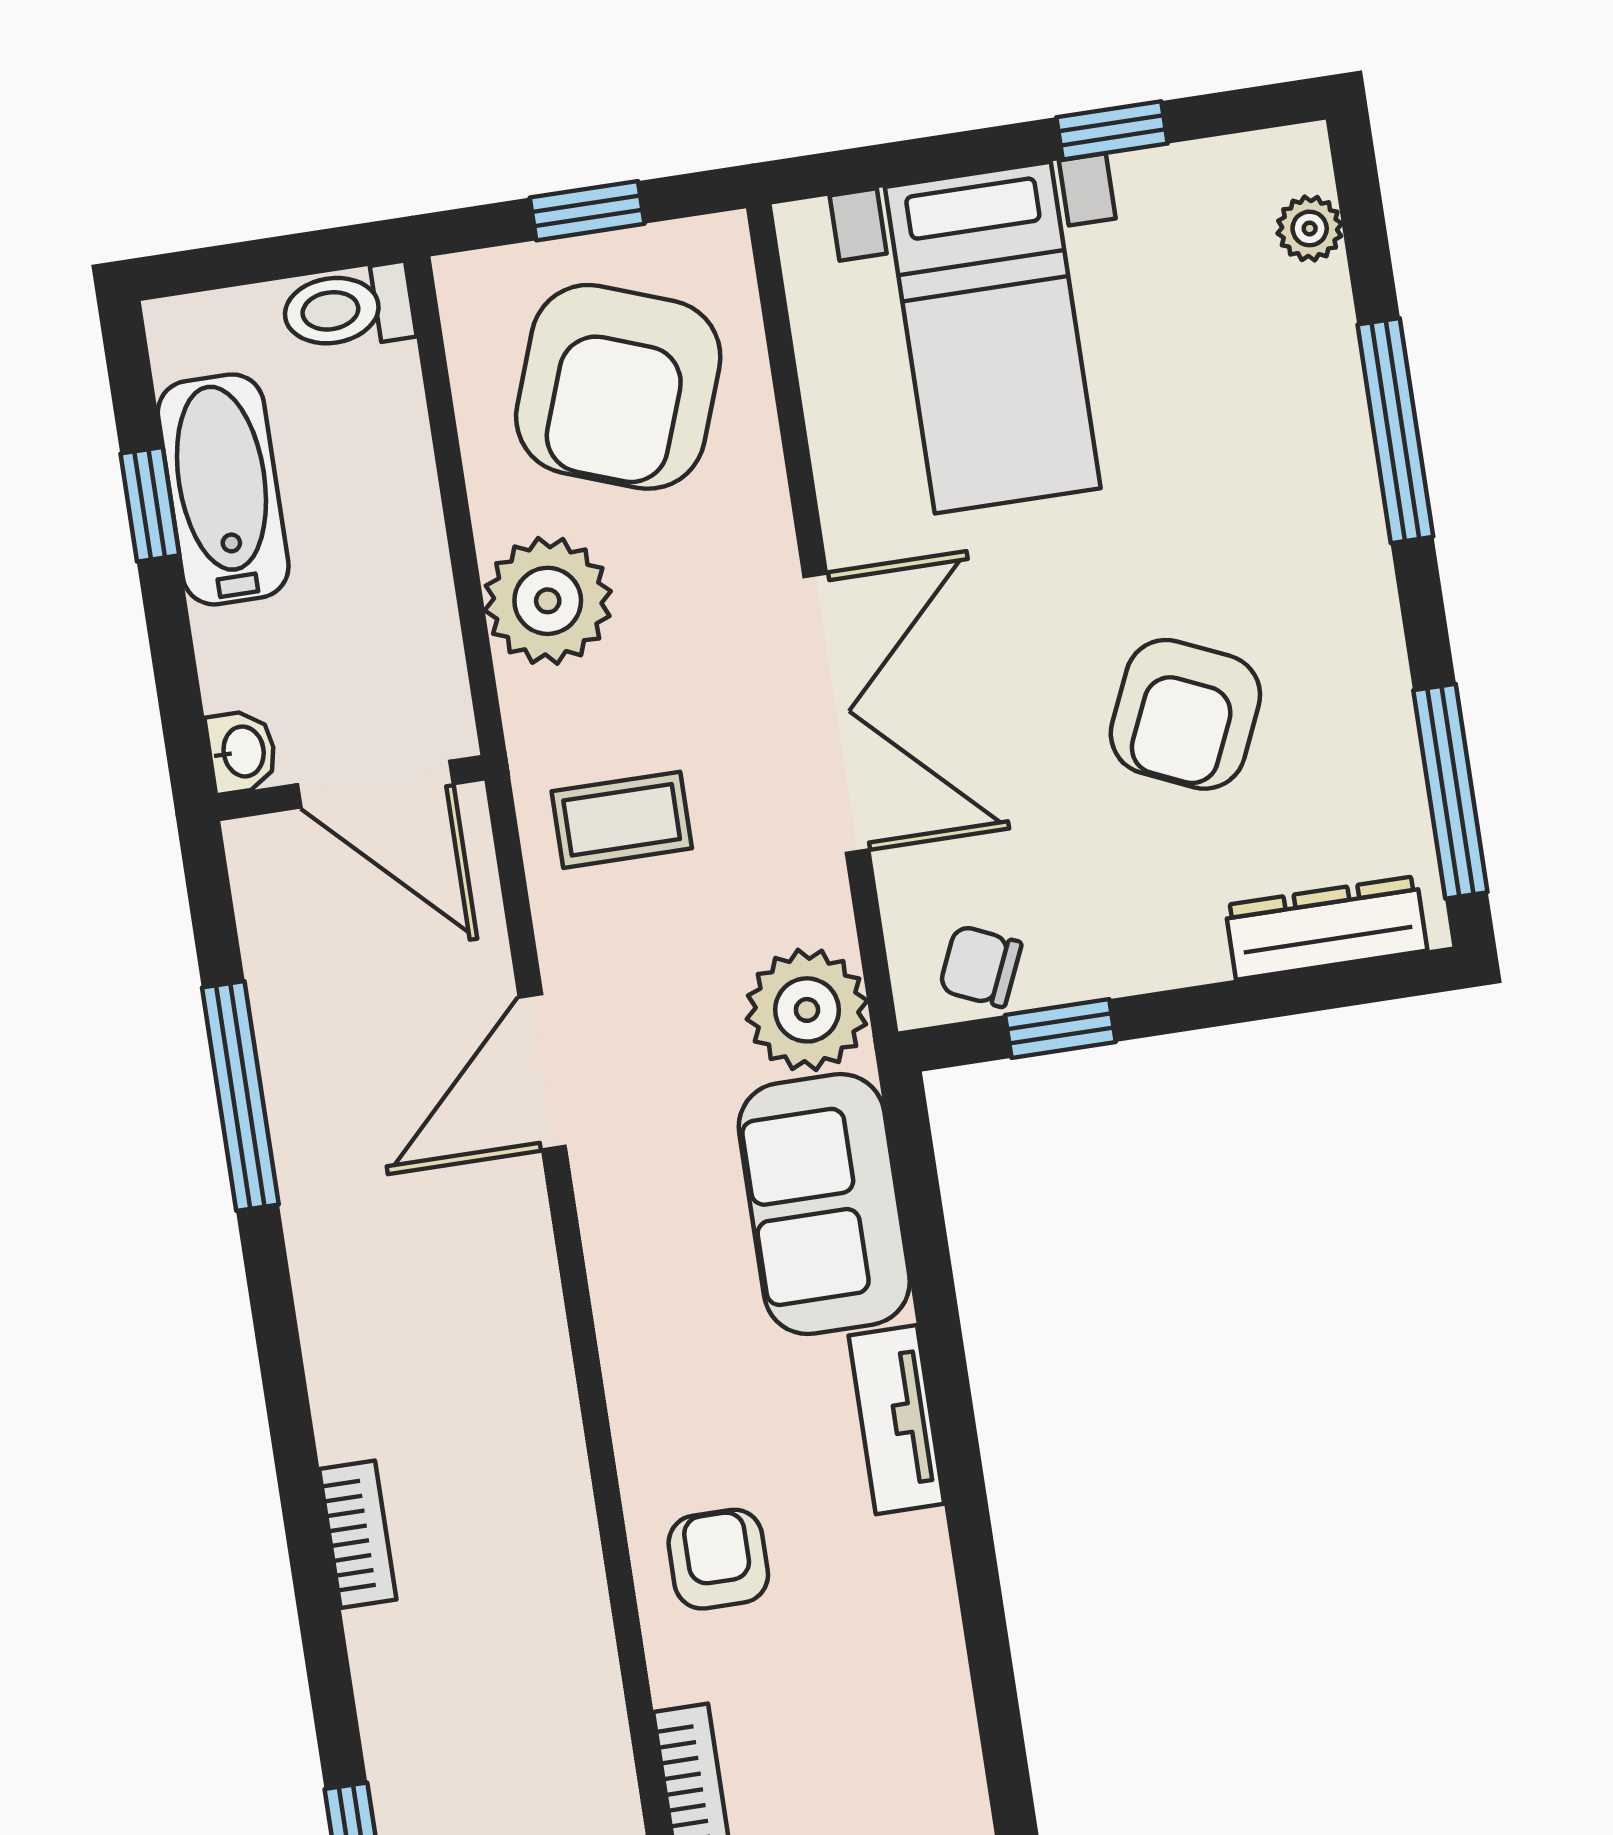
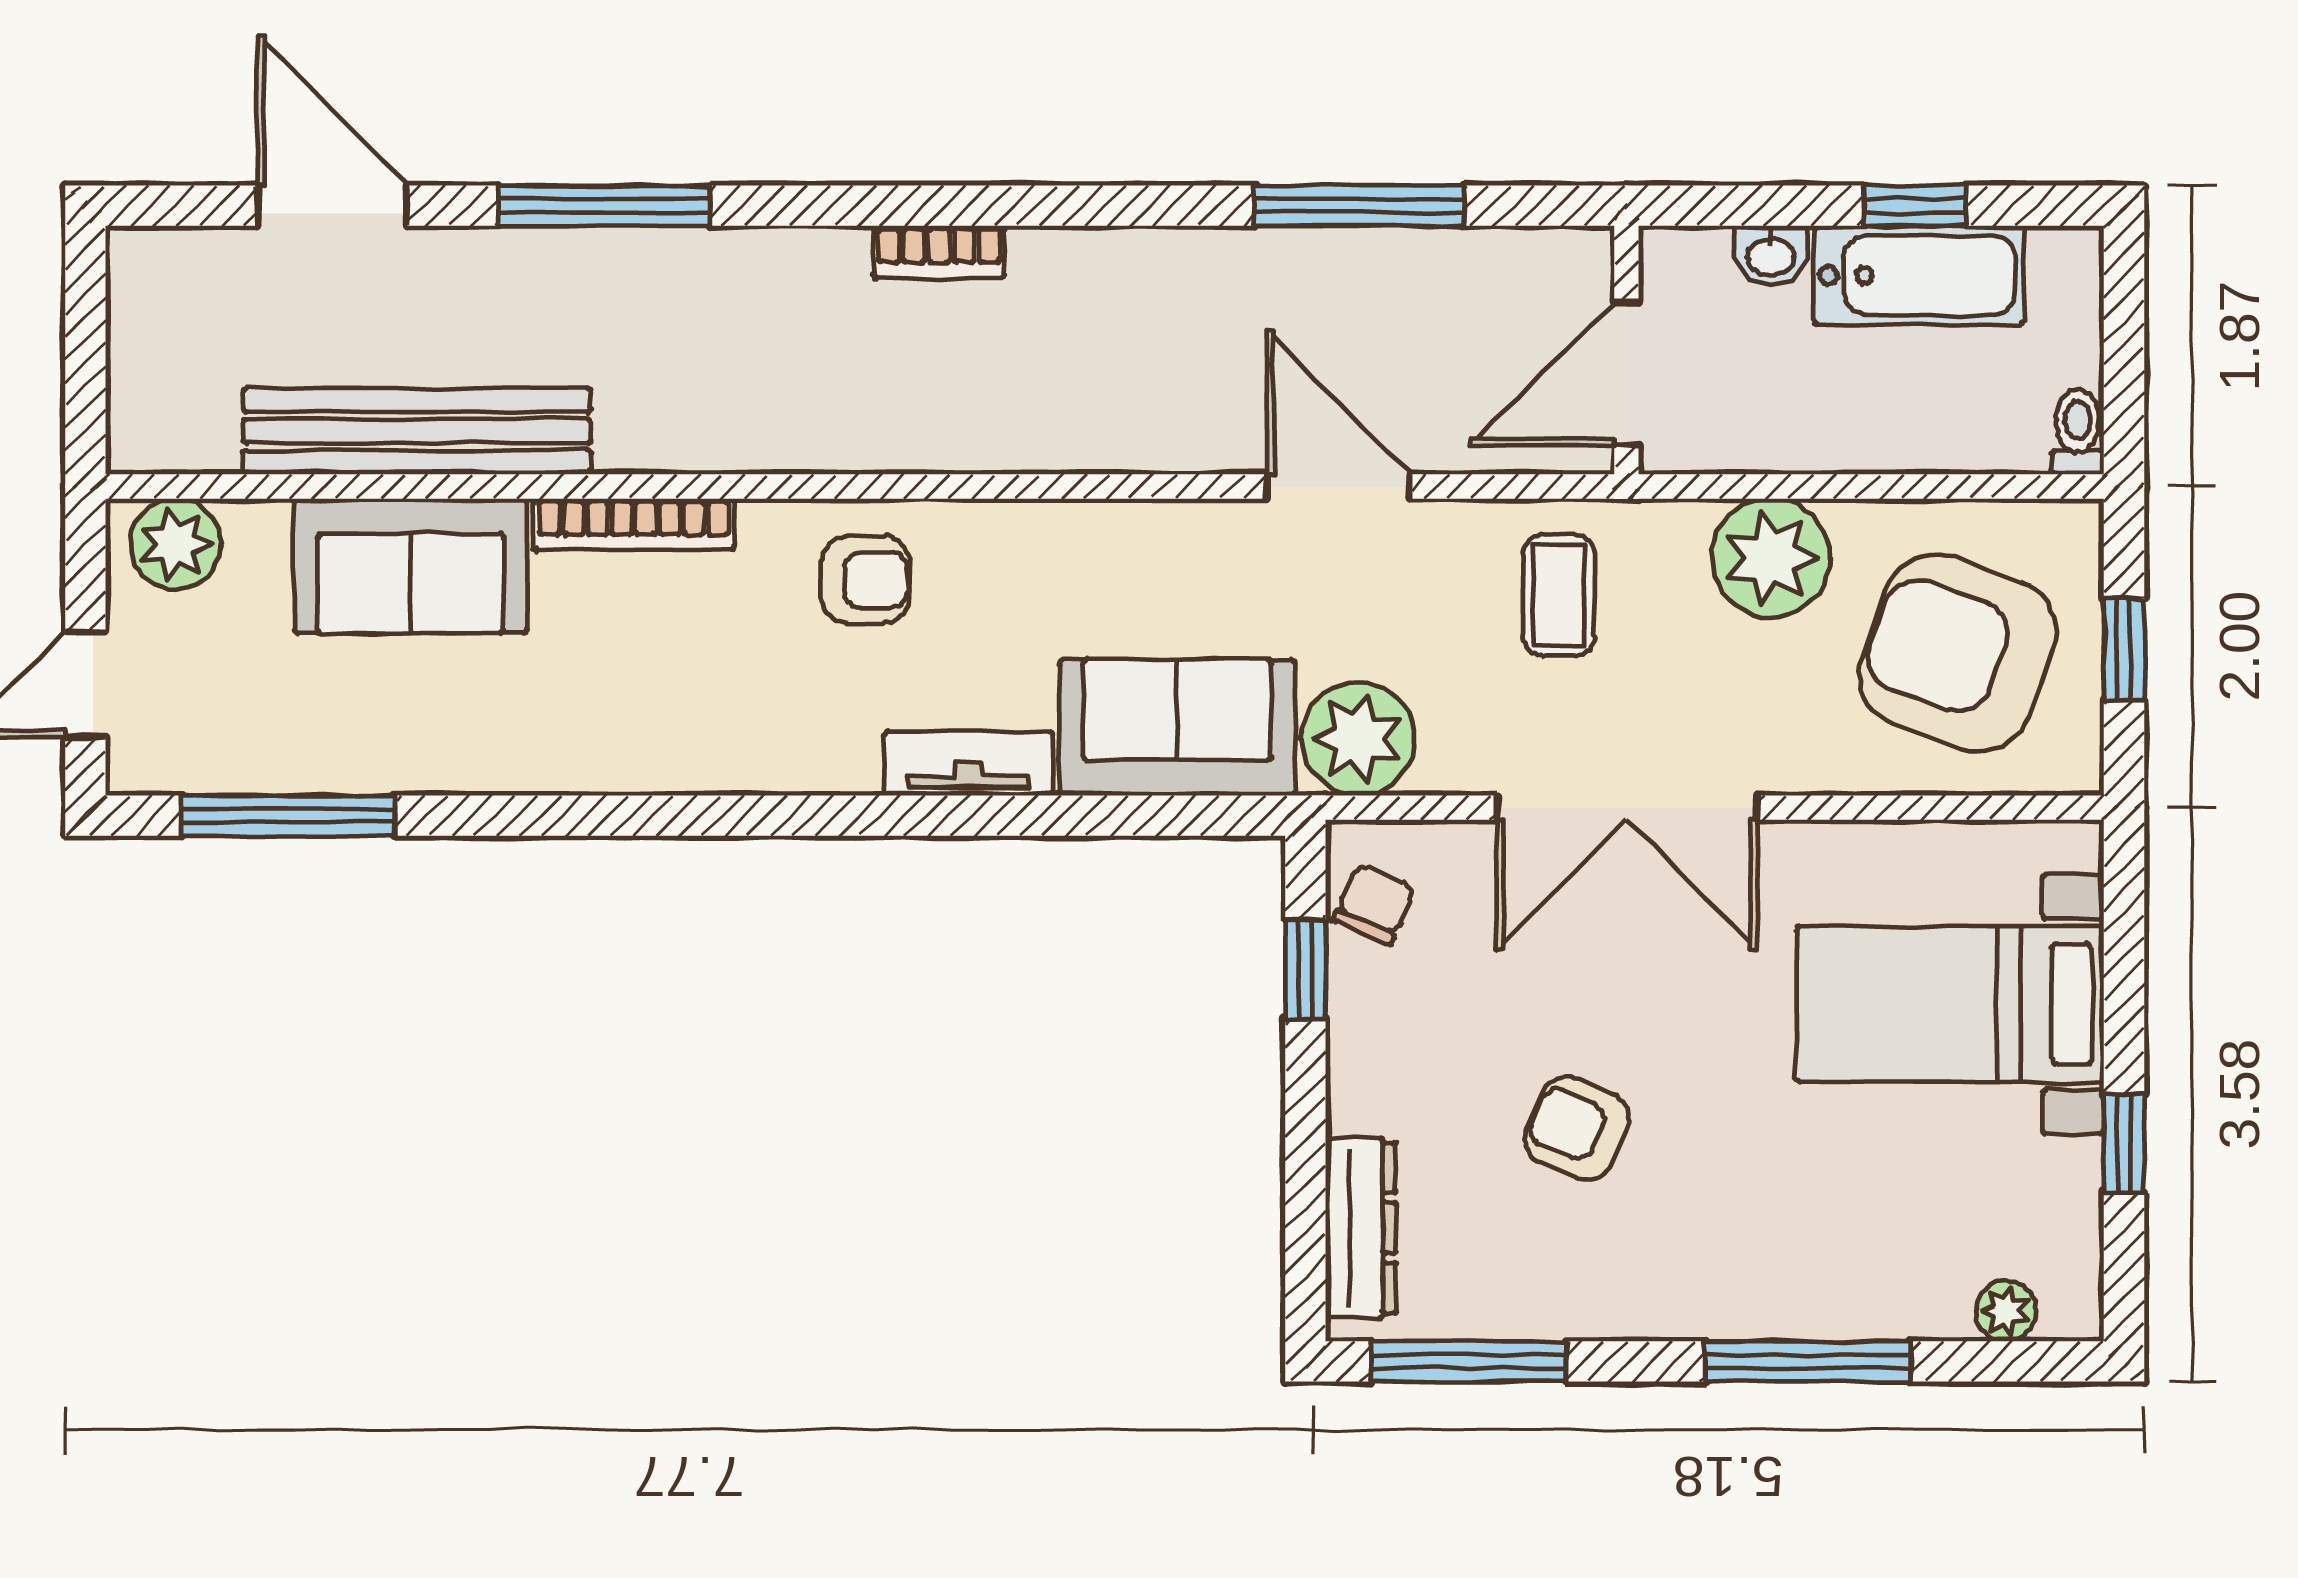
toilet: (348, 308) -> (2078, 432), width x0.73, depth x0.72
armchair: (1185, 714) -> (1577, 1128), width x0.72, depth x0.72
washbasin: (242, 752) -> (1771, 255), moved

